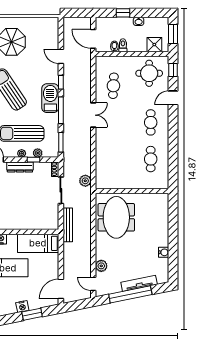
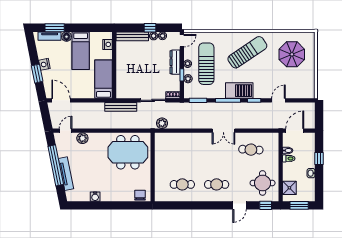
door: (173, 98) -> (240, 205), swing flipped
chair: (162, 204) -> (140, 195), added

